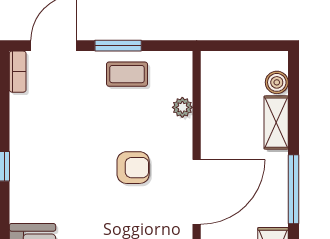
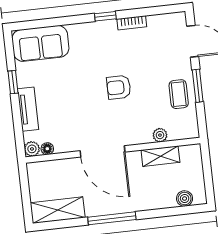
bookcase: (18, 72) -> (132, 23), moved
shelving: (276, 123) -> (160, 156), moved
armchair: (133, 168) -> (119, 87), moved, turned 90

